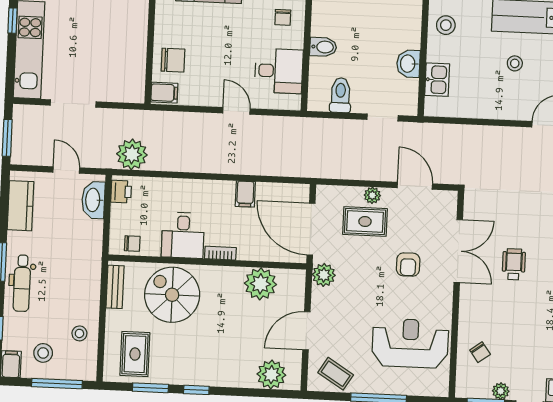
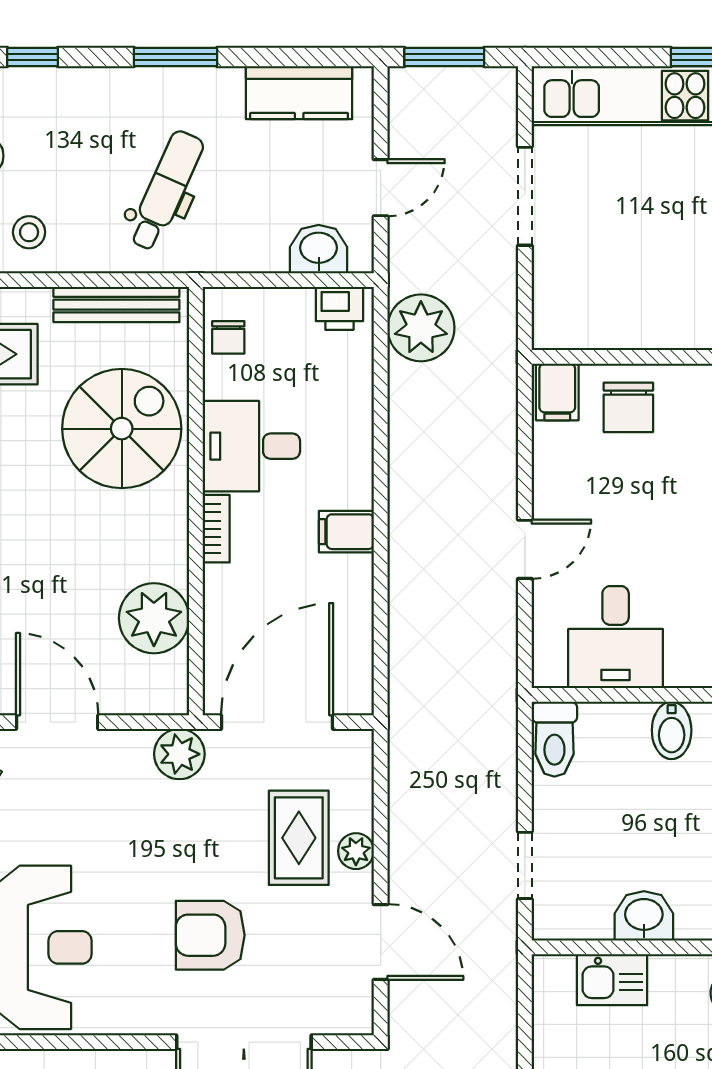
toilet: (340, 95) -> (554, 739), moved, turned 90
door: (415, 186) -> (381, 942), hinge flipped
filing cabinet: (245, 194) -> (346, 532), moved
washbasin: (93, 200) -> (319, 249), width x0.72
armchair: (408, 264) -> (210, 935), width x1.38, depth x1.38
dental chair: (22, 283) -> (166, 191), moved, turned 114
bench: (115, 287) -> (116, 305), width x1.36

